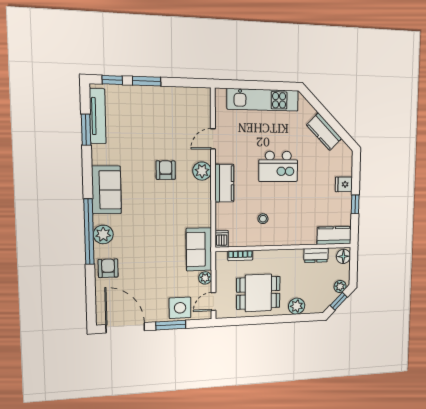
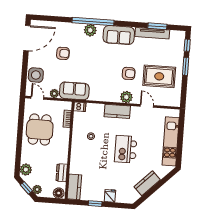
tv unit: (98, 116) -> (152, 33), moved
rug: (166, 122) -> (159, 76), added
armchair: (108, 268) -> (63, 53), moved
plant: (297, 306) -> (26, 170), moved
window: (171, 325) -> (25, 68), removed

